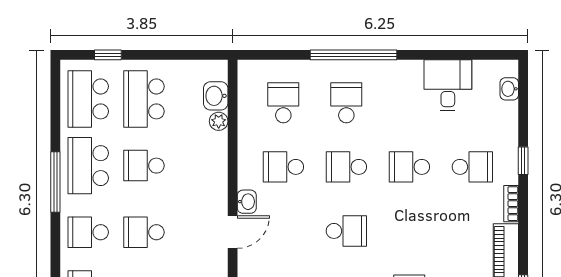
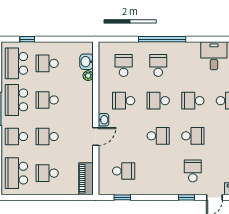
school desk: (144, 99) -> (47, 63), width x0.54
school desk: (409, 231) -> (193, 136), added

